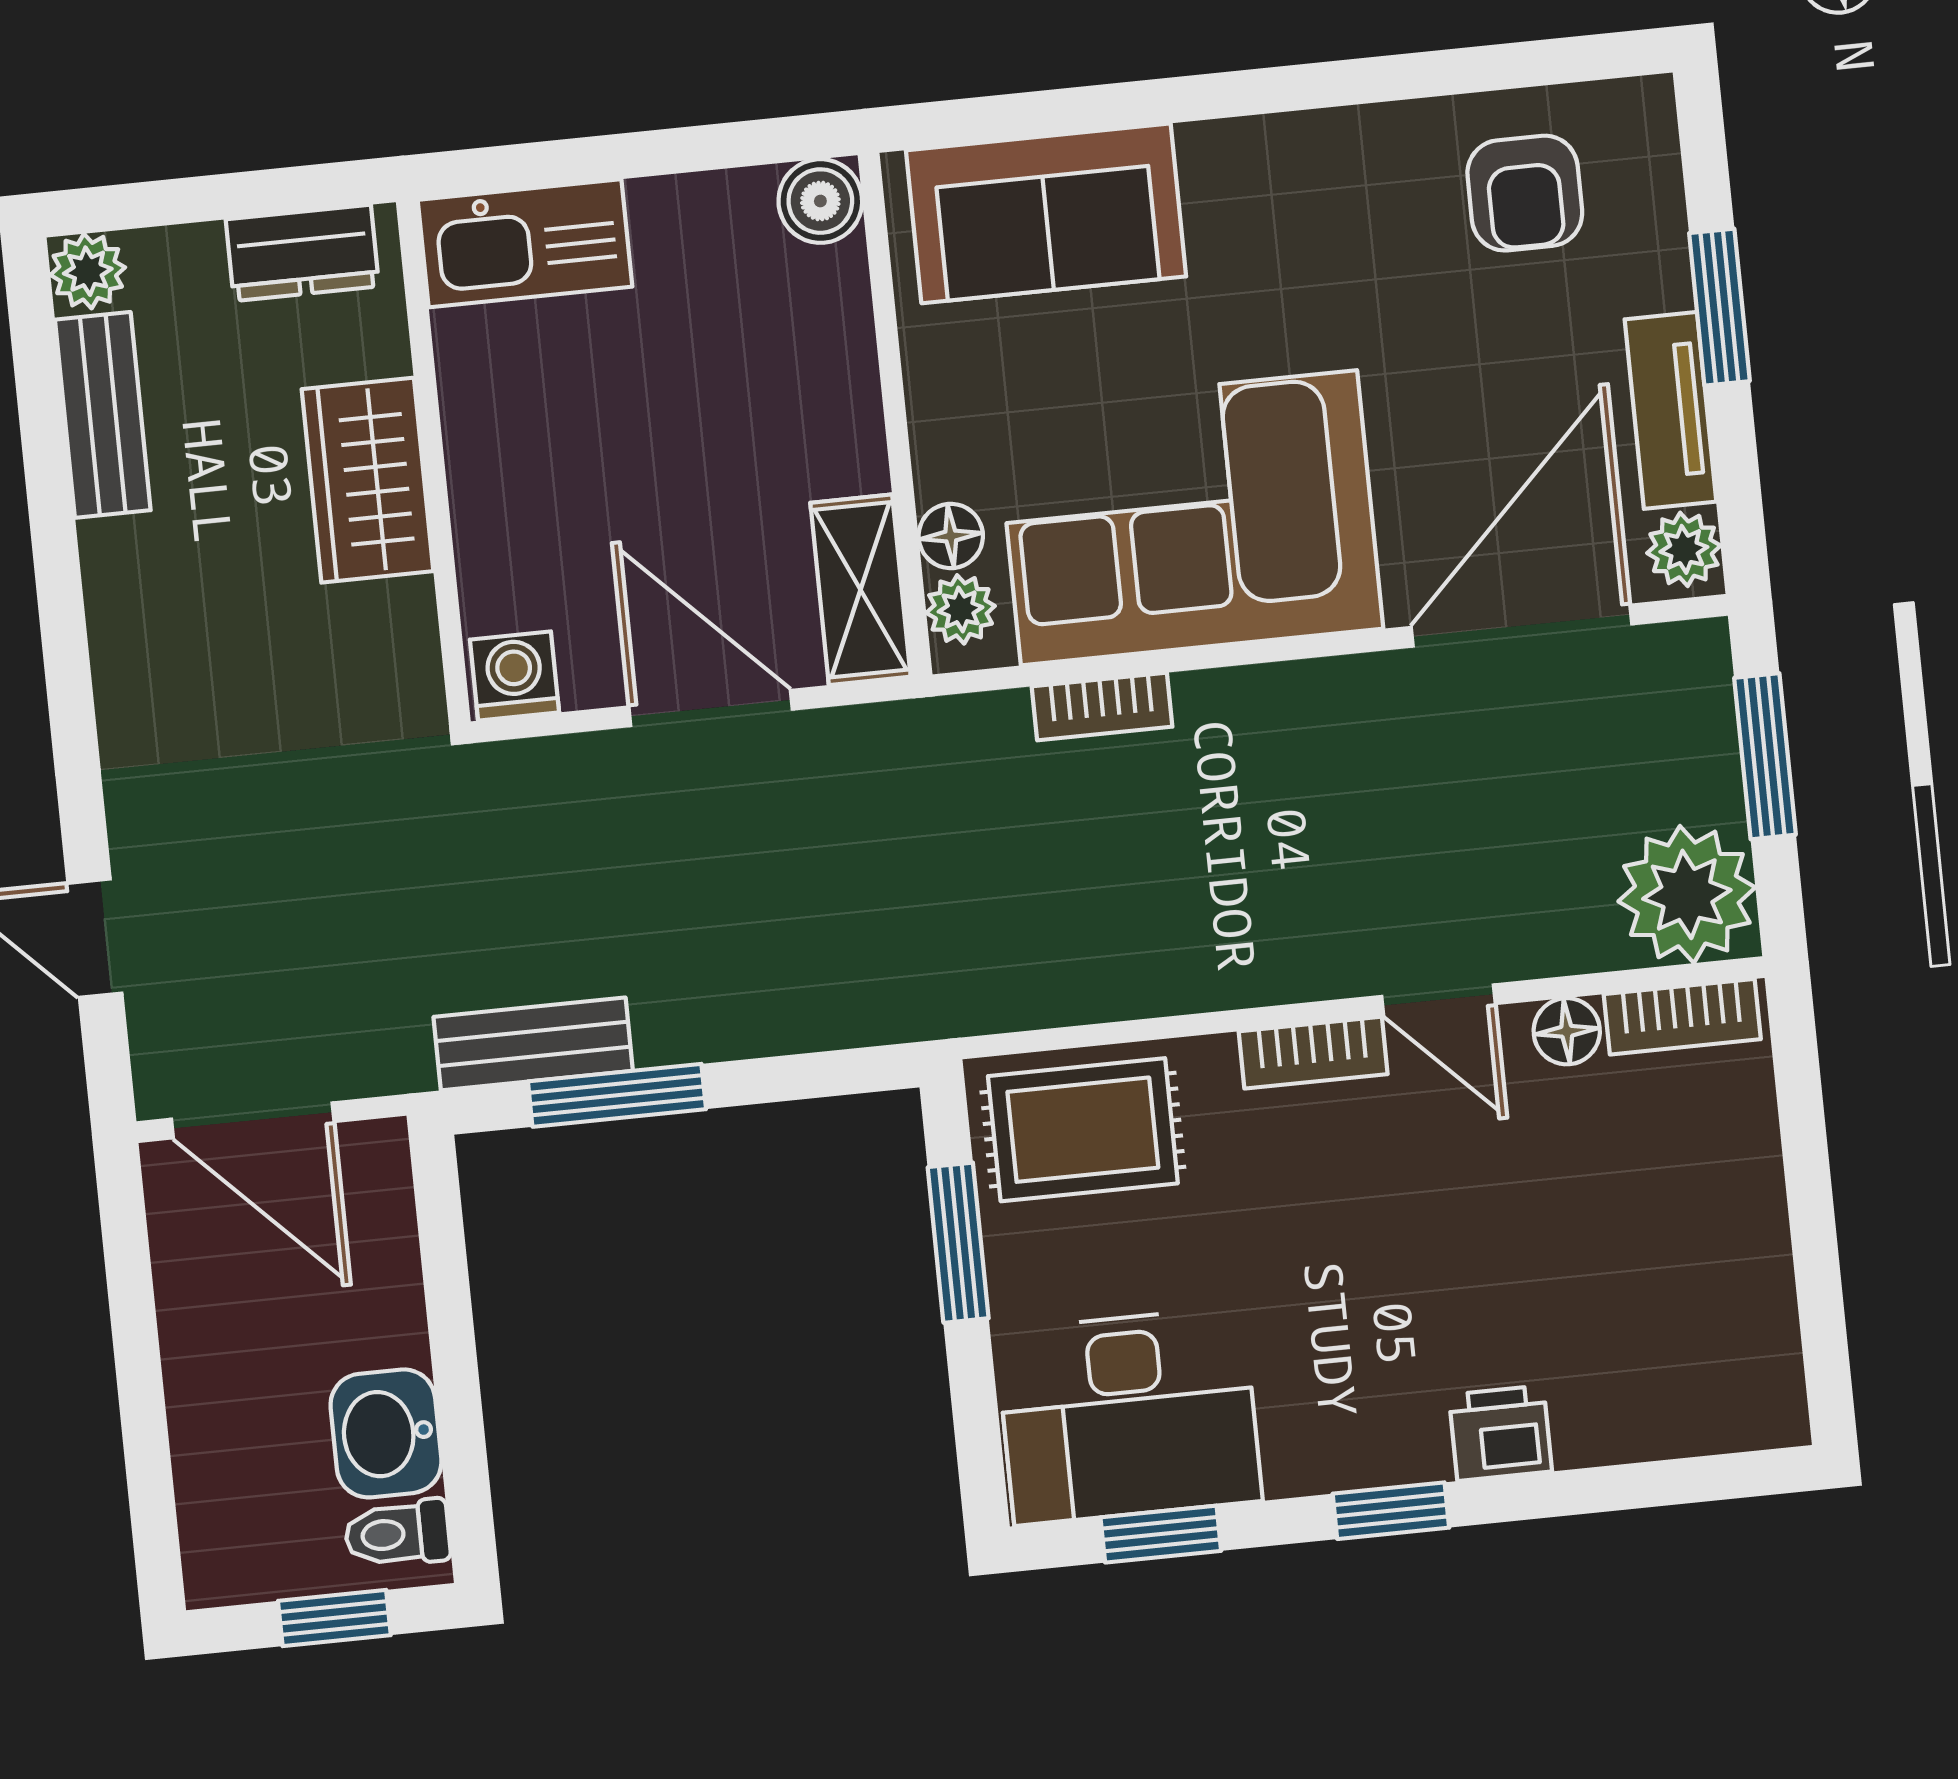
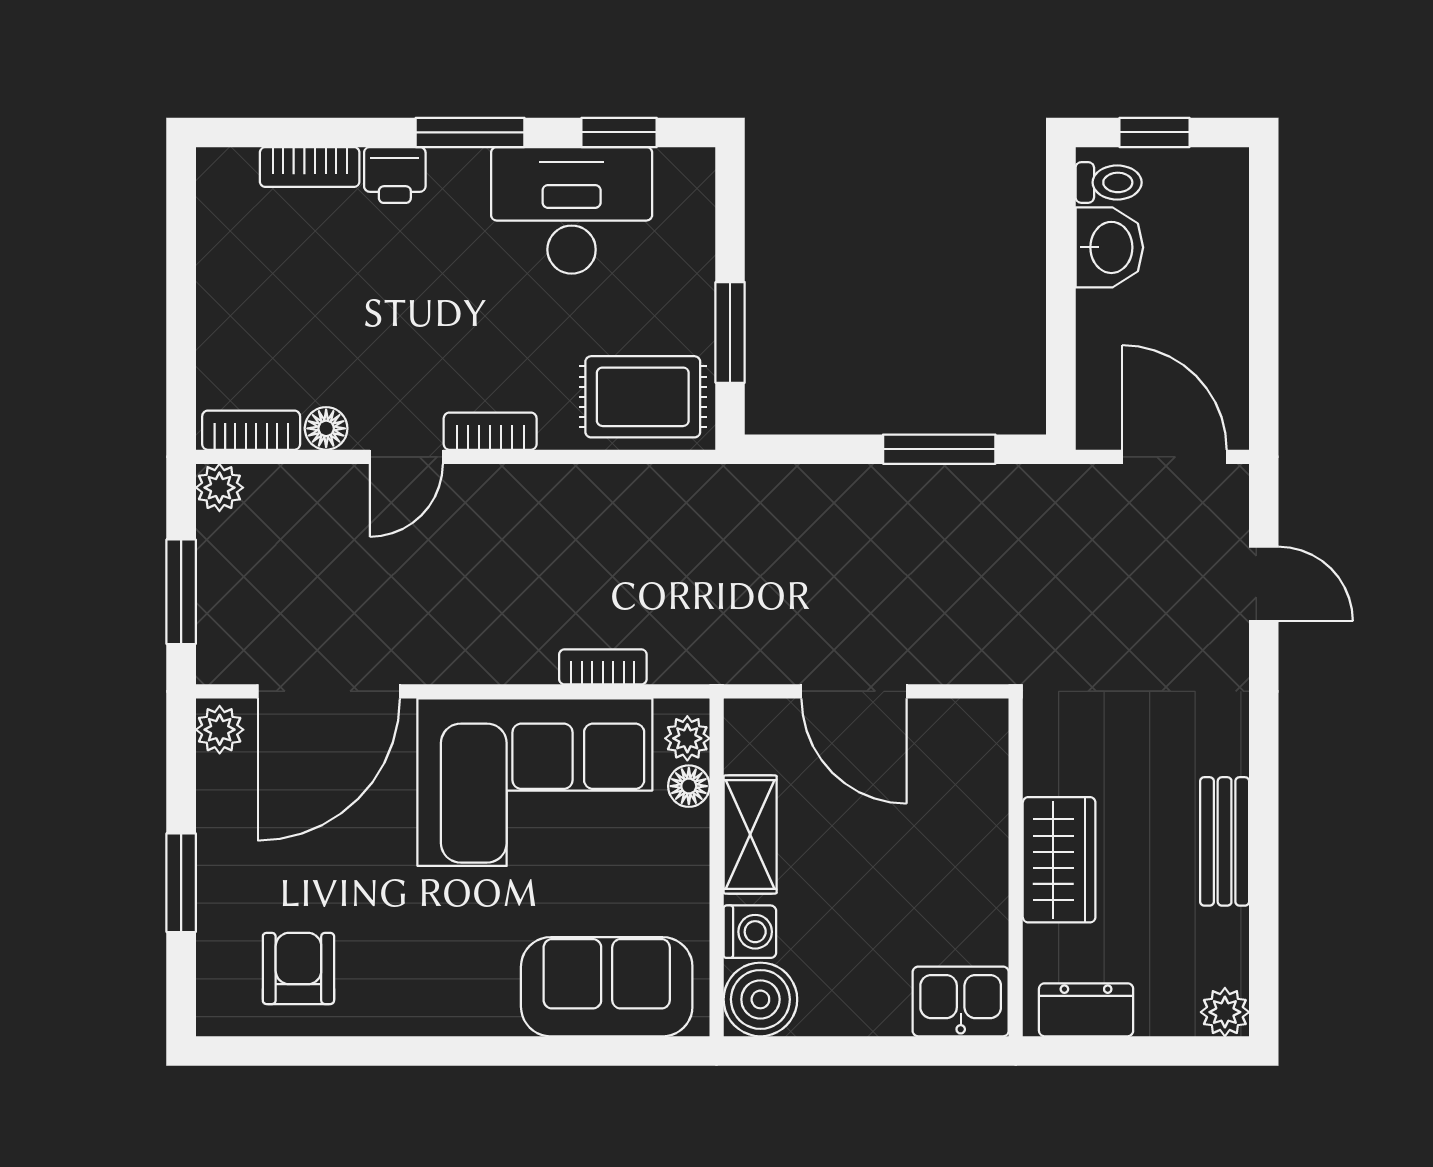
boiler: (820, 201) -> (760, 999), width x1.36, depth x1.36
kitchen sink: (525, 243) -> (961, 1001), width x0.73
tv unit: (1670, 410) -> (219, 820), removed
bench: (103, 415) -> (1225, 841), moved
shelving: (861, 590) -> (750, 834), moved
washing machine: (515, 676) -> (750, 932), moved, turned -90
plant: (1687, 894) -> (219, 488), width x0.53, depth x0.53
door: (1439, 1000) -> (406, 457), swing flipped
bench: (533, 1044) -> (990, 488), removed
desk: (1129, 1416) -> (572, 210), moved
bookcase: (1633, 1432) -> (310, 167), added
window: (1391, 1511) -> (470, 132), width x1.50

